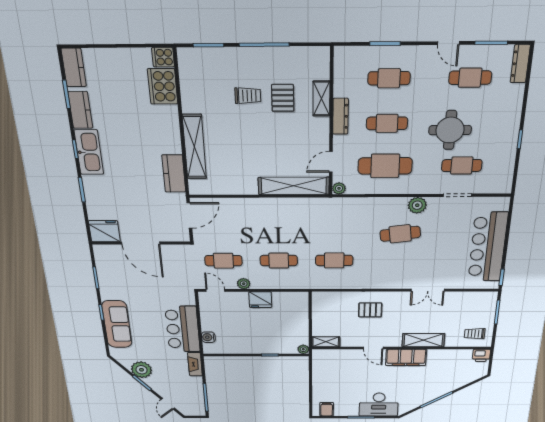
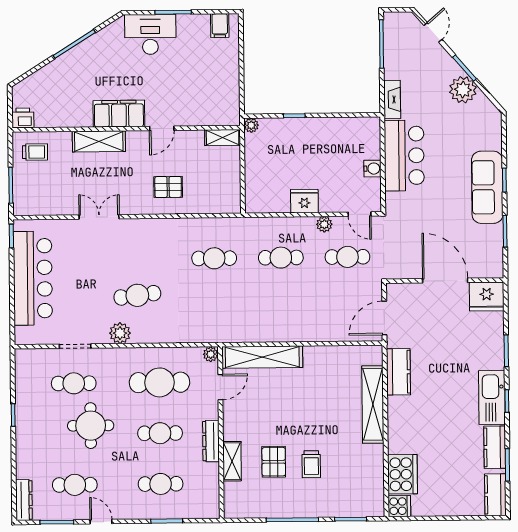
trolley: (248, 96) -> (311, 464), turned -90
sofa: (117, 324) -> (487, 187), moved
water cooler: (208, 337) -> (372, 169), moved
door: (373, 348) -> (162, 128), swing flipped

